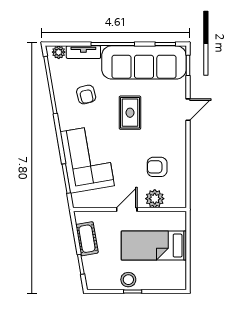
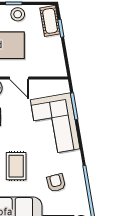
door: (127, 210) -> (19, 78), hinge flipped
cot: (87, 239) -> (50, 21), moved

